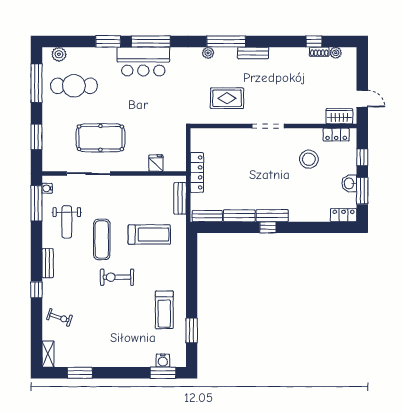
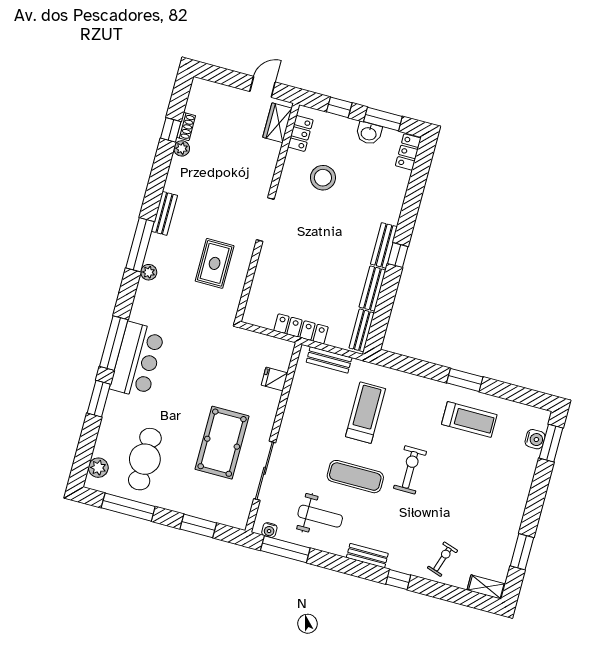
plant: (336, 53) -> (182, 148), moved
exercise bike: (117, 277) -> (410, 470), turned 180
window: (192, 330) -> (465, 380), moved

